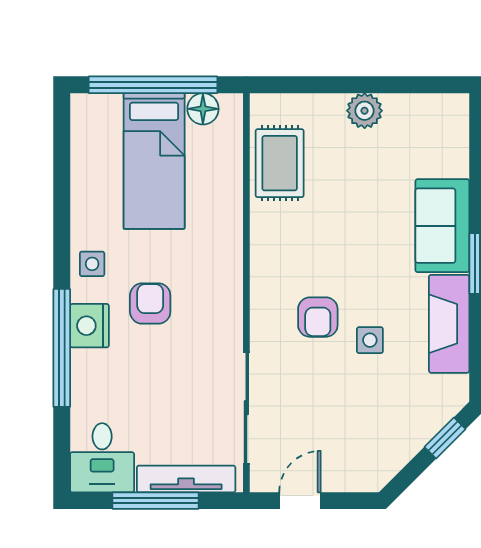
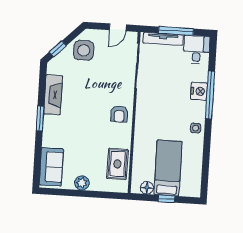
window: (153, 85) -> (166, 199), width x0.32
sofa: (442, 226) -> (51, 167), moved
armchair: (150, 304) -> (173, 111), removed
armchair: (318, 317) -> (119, 114), moved, turned 180
nightstand: (90, 326) -> (199, 91), moved
side table: (370, 340) -> (84, 50), moved, width x1.87, depth x1.87

